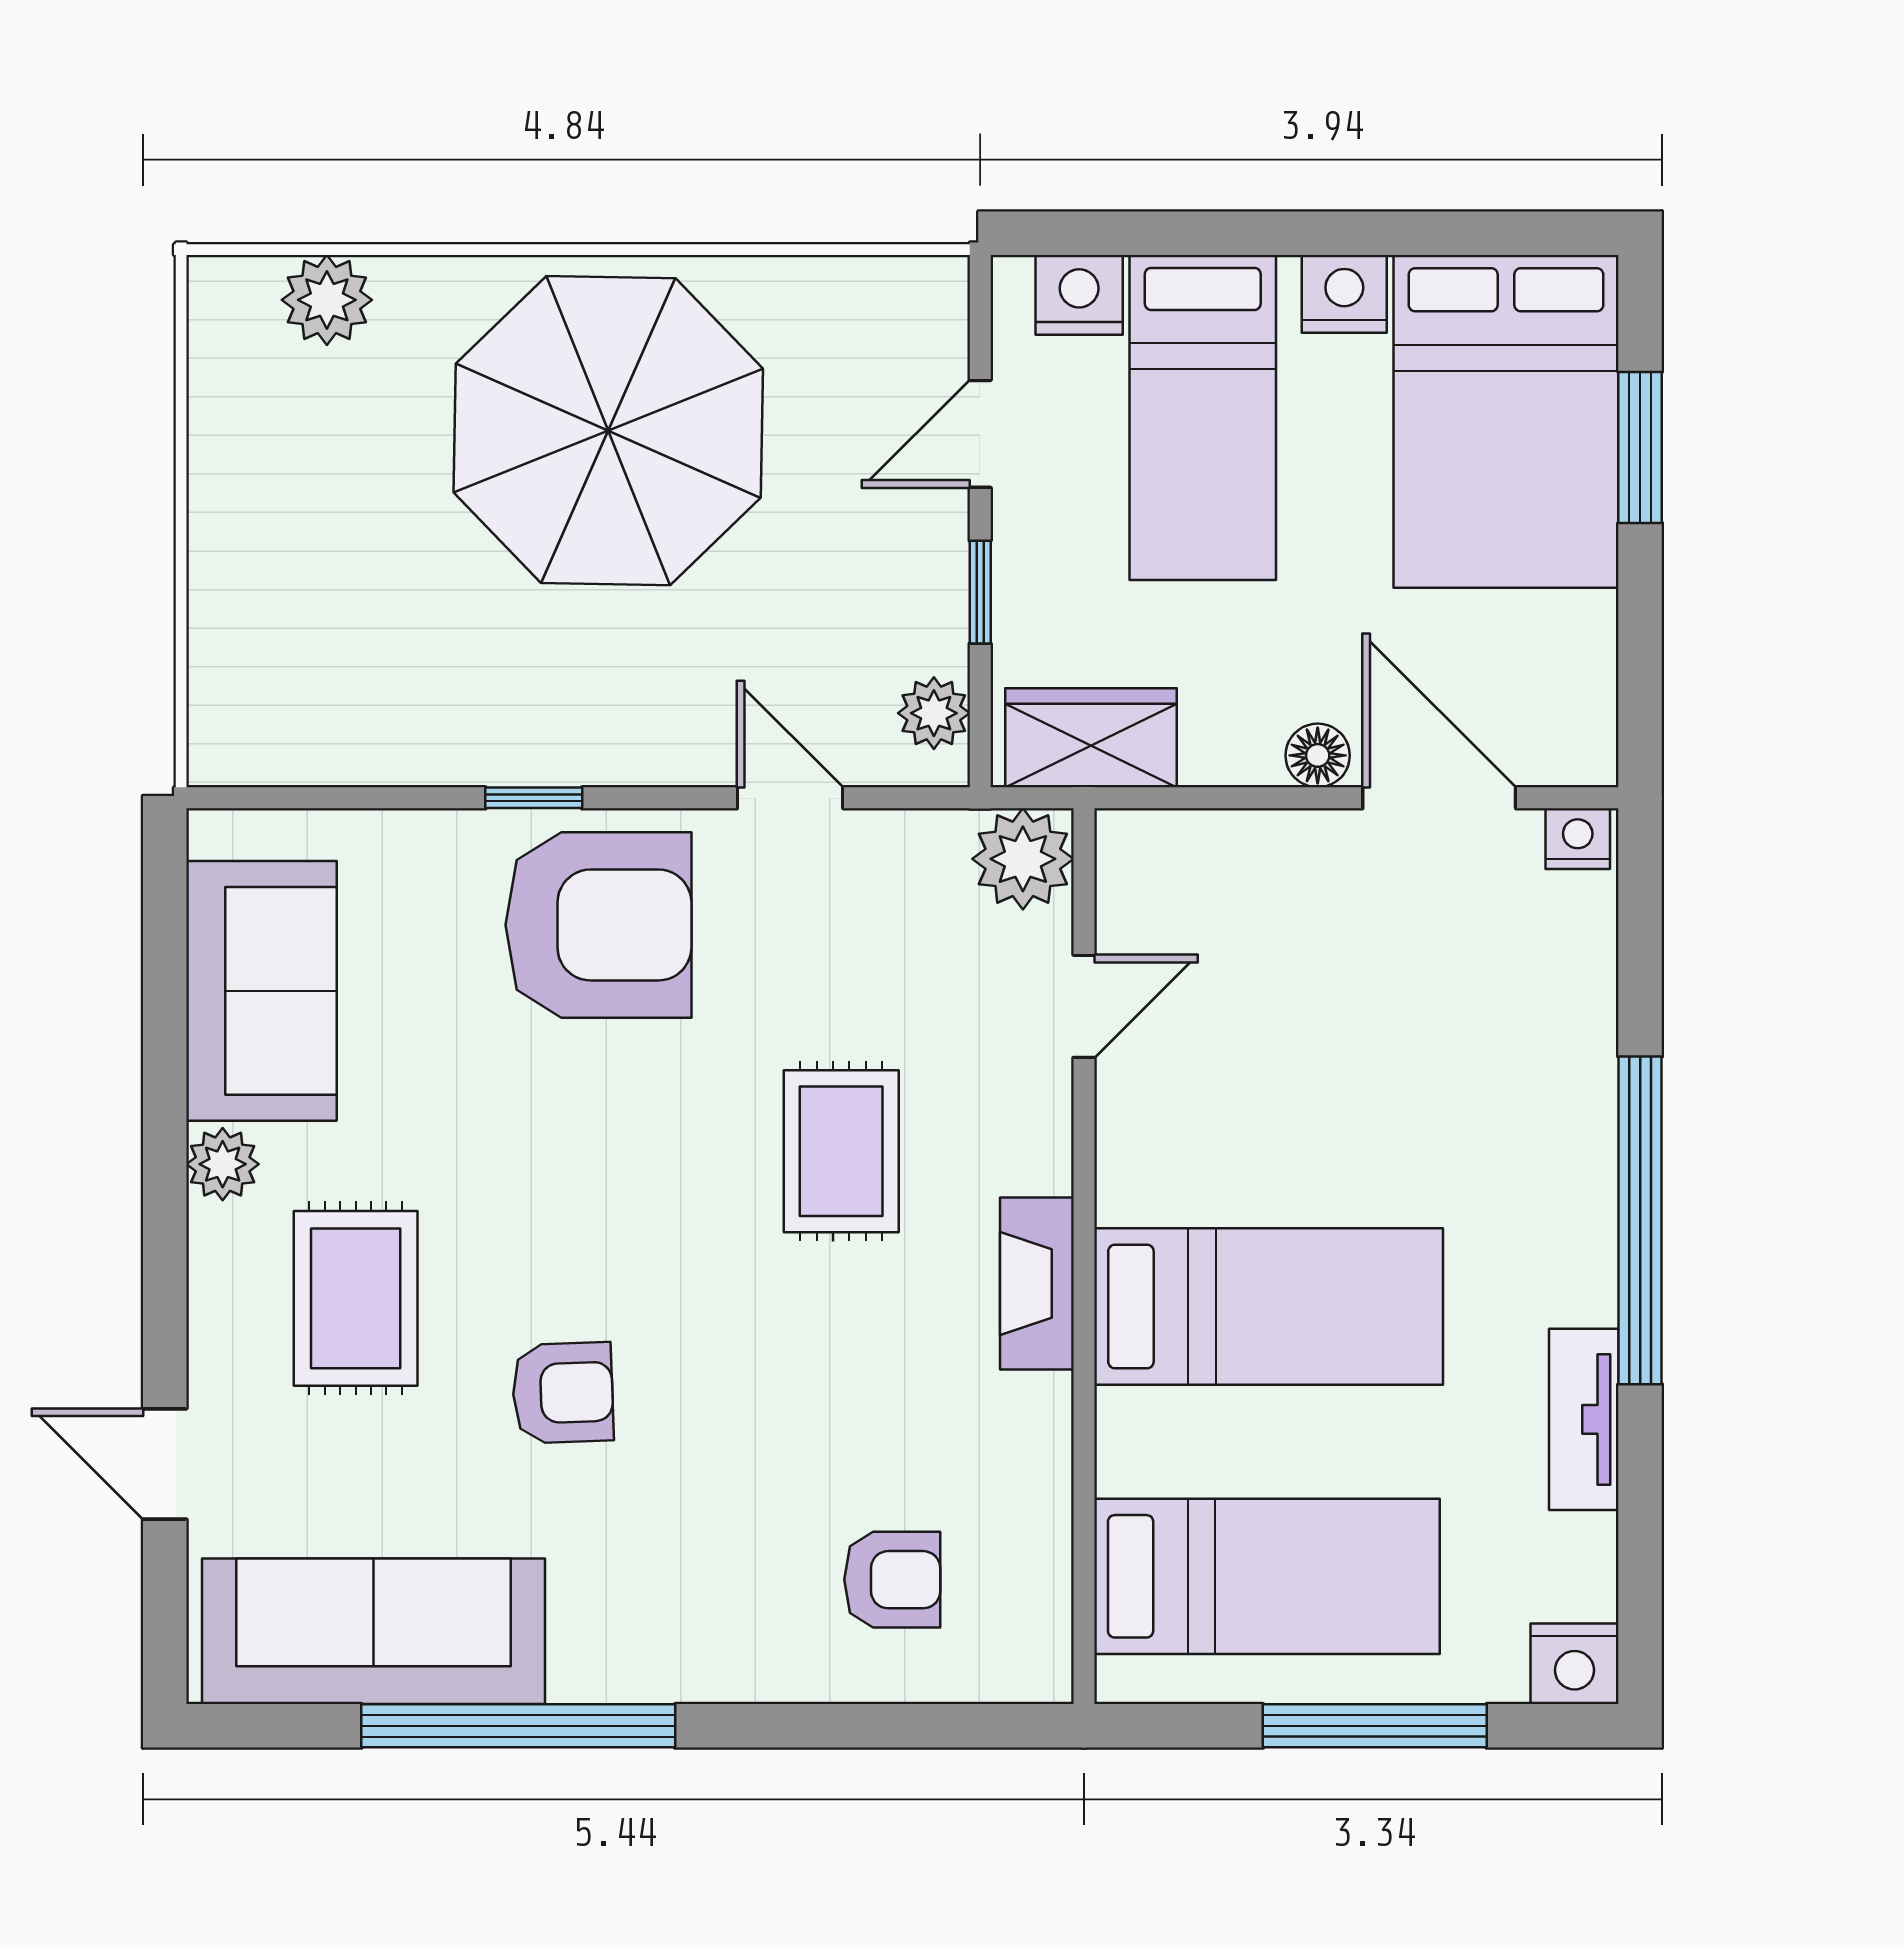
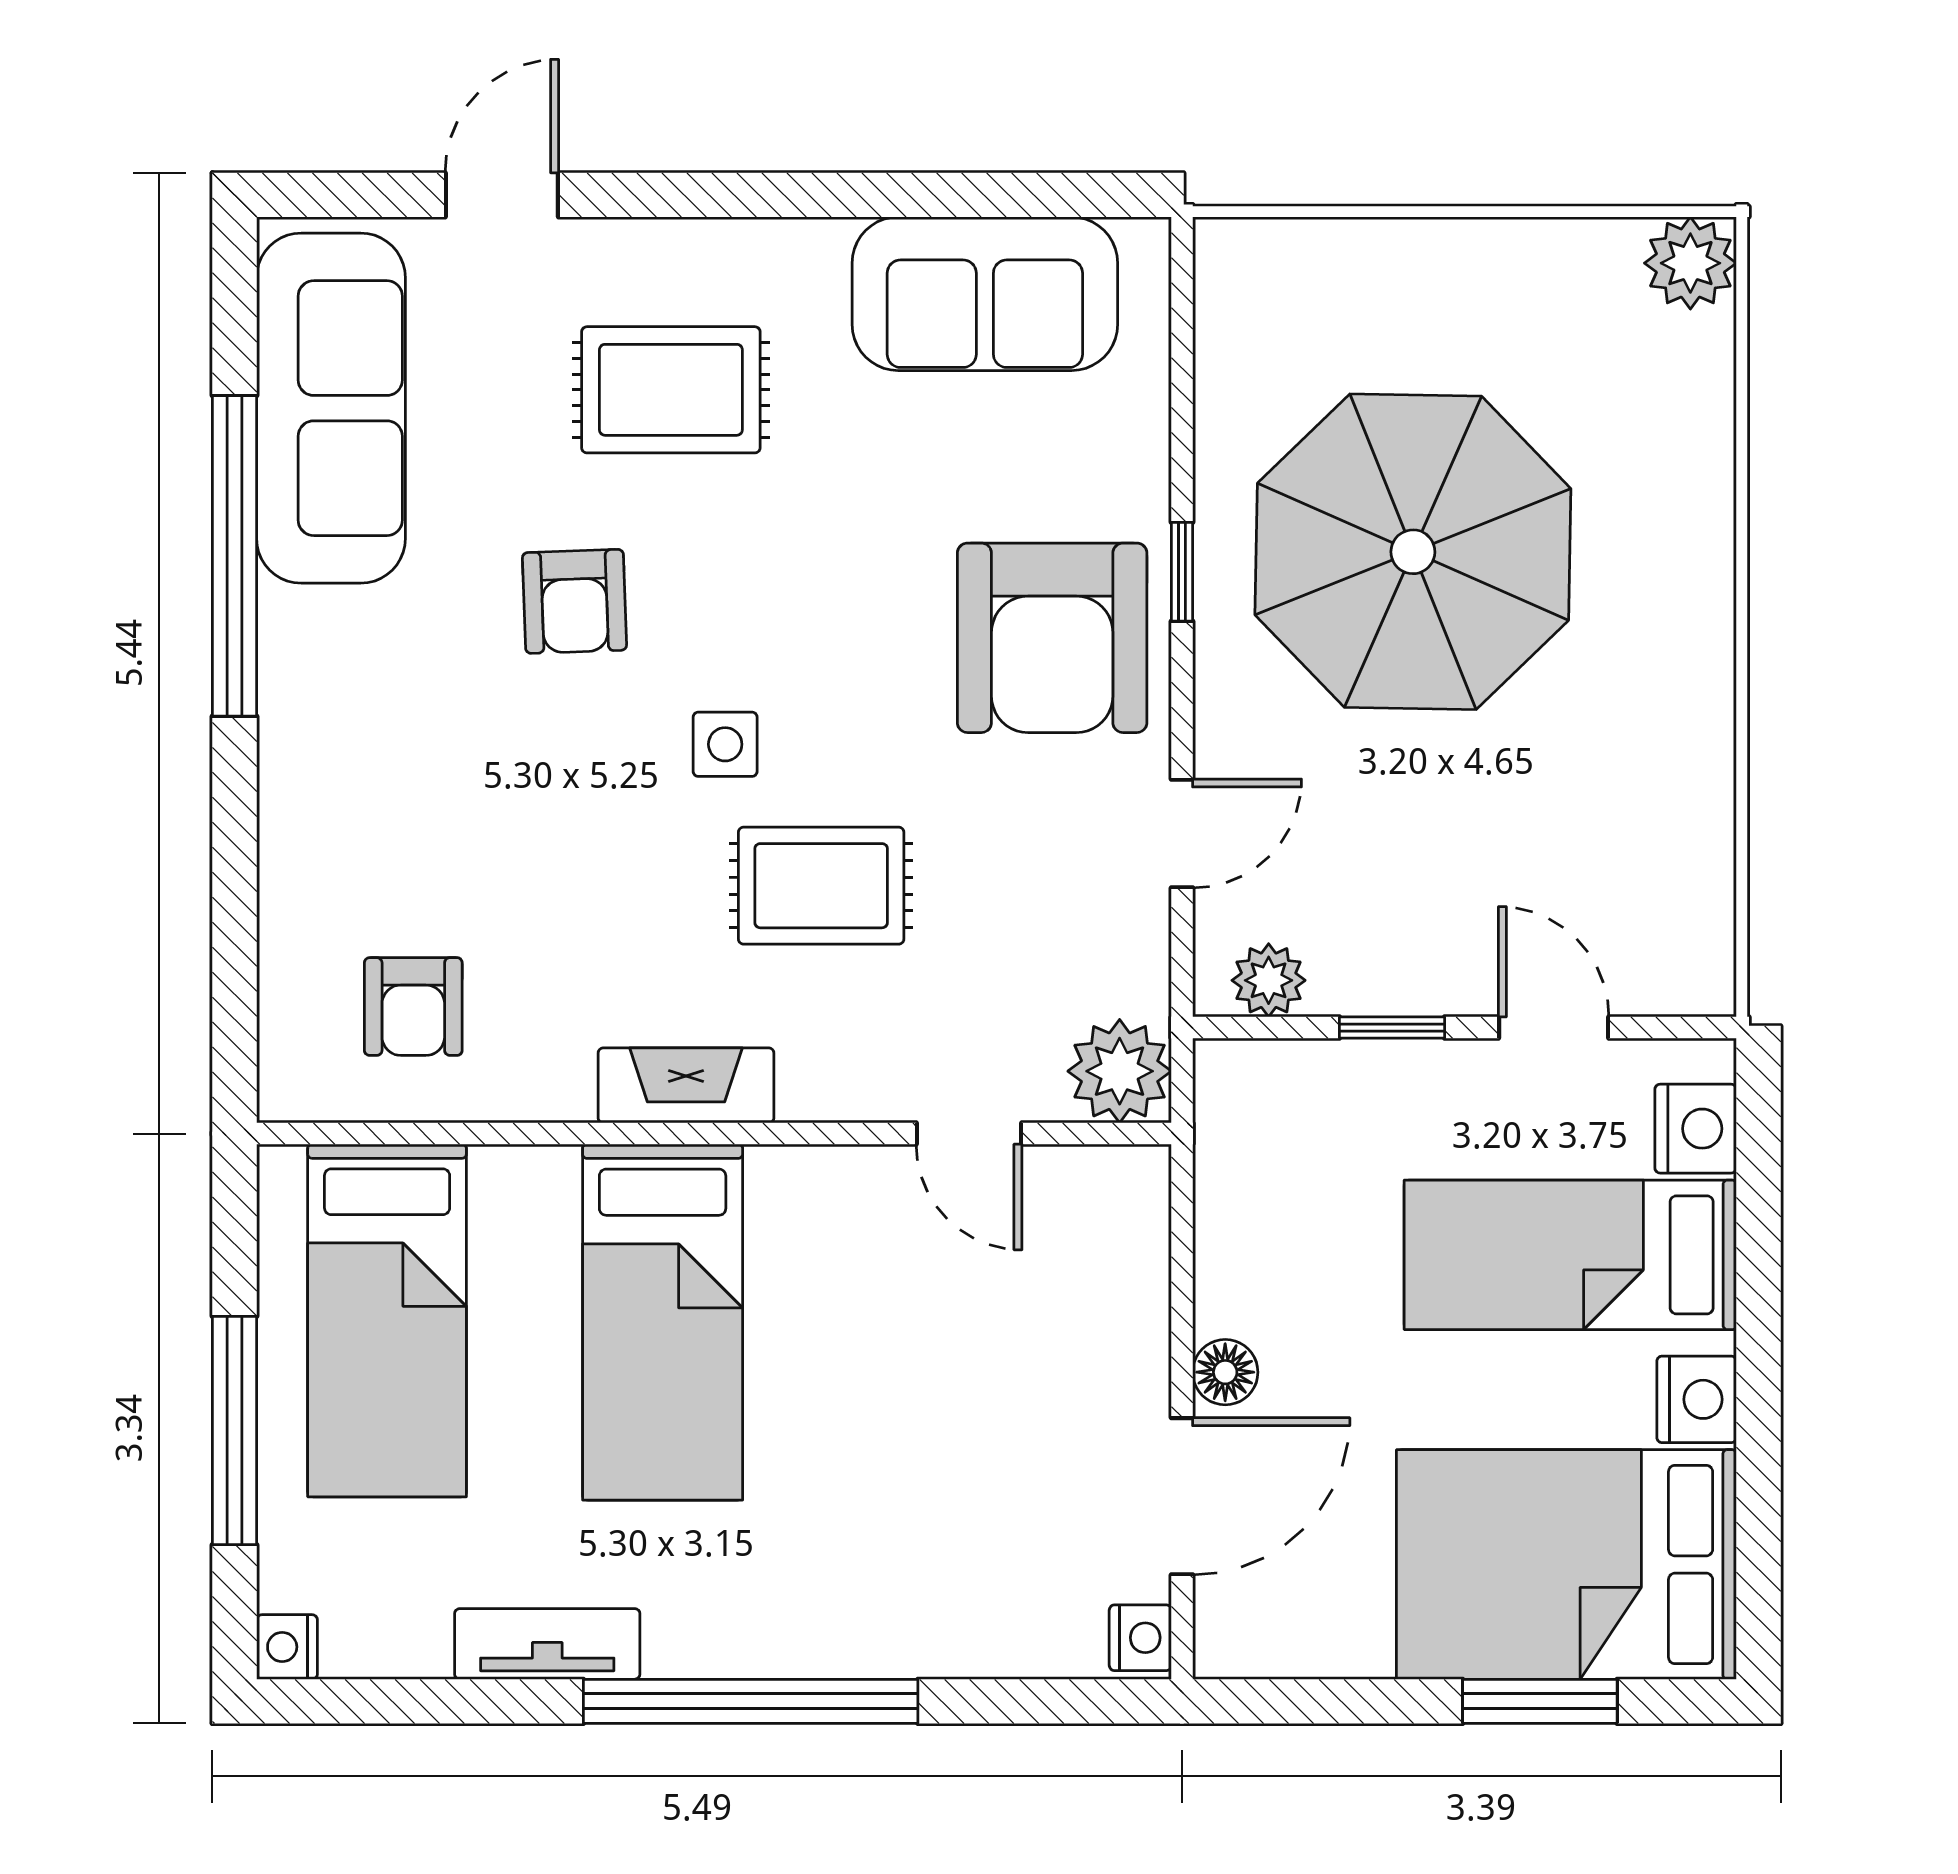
plant: (327, 300) -> (1690, 263), moved
parasol: (608, 431) -> (1413, 552), moved
wardrobe: (1091, 738) -> (1243, 1141), removed
plant: (223, 1164) -> (808, 254), removed
side table: (703, 1245) -> (725, 744), added
armchair: (892, 1580) -> (413, 1007), moved
nightstand: (1575, 1664) -> (287, 1647), width x0.72, depth x0.74

